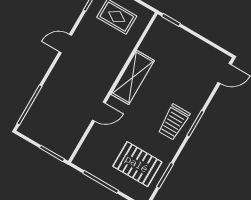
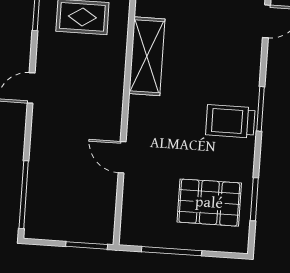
shelving: (133, 77) -> (147, 56), moved
door: (99, 112) -> (122, 157), swing flipped
trolley: (174, 122) -> (230, 121), turned 90

